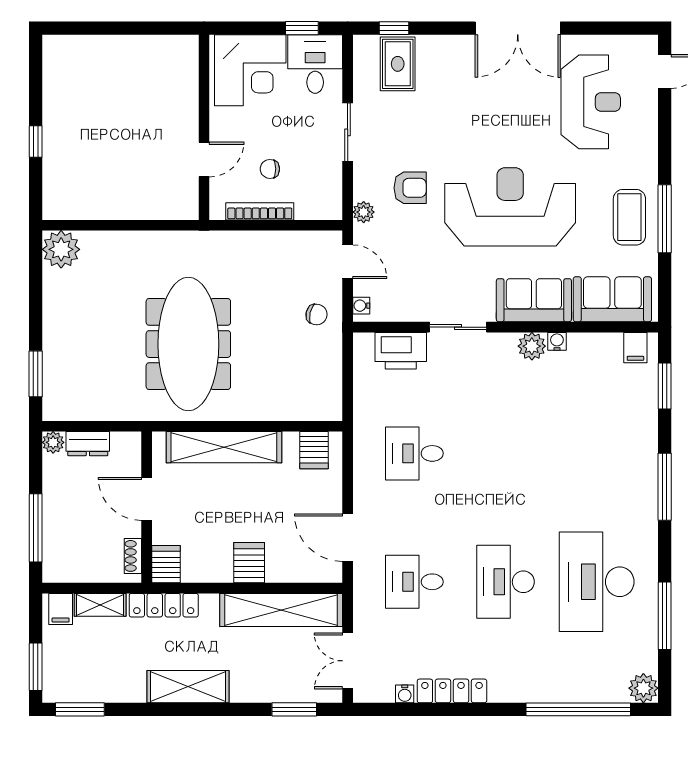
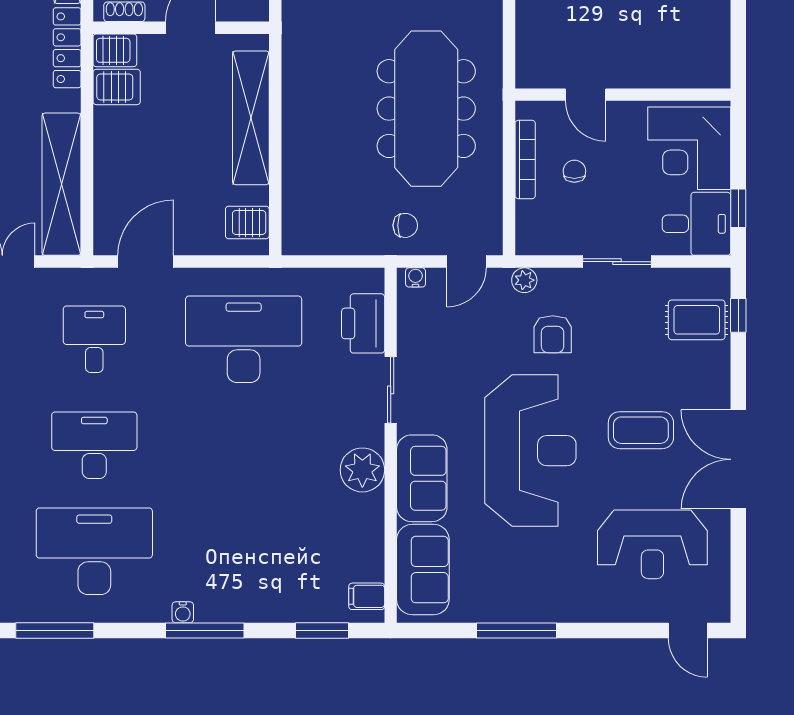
coffee table: (629, 217) -> (641, 430), moved
chair: (316, 314) -> (405, 225), turned -103
water cooler: (557, 341) -> (183, 612), moved, turned 90
meeting table: (188, 344) -> (426, 109), moved, turned 90
plant: (532, 346) -> (362, 470), width x1.36, depth x1.36
desk: (414, 453) -> (244, 339), width x1.87, depth x1.30
server rack: (249, 563) -> (117, 87), moved

